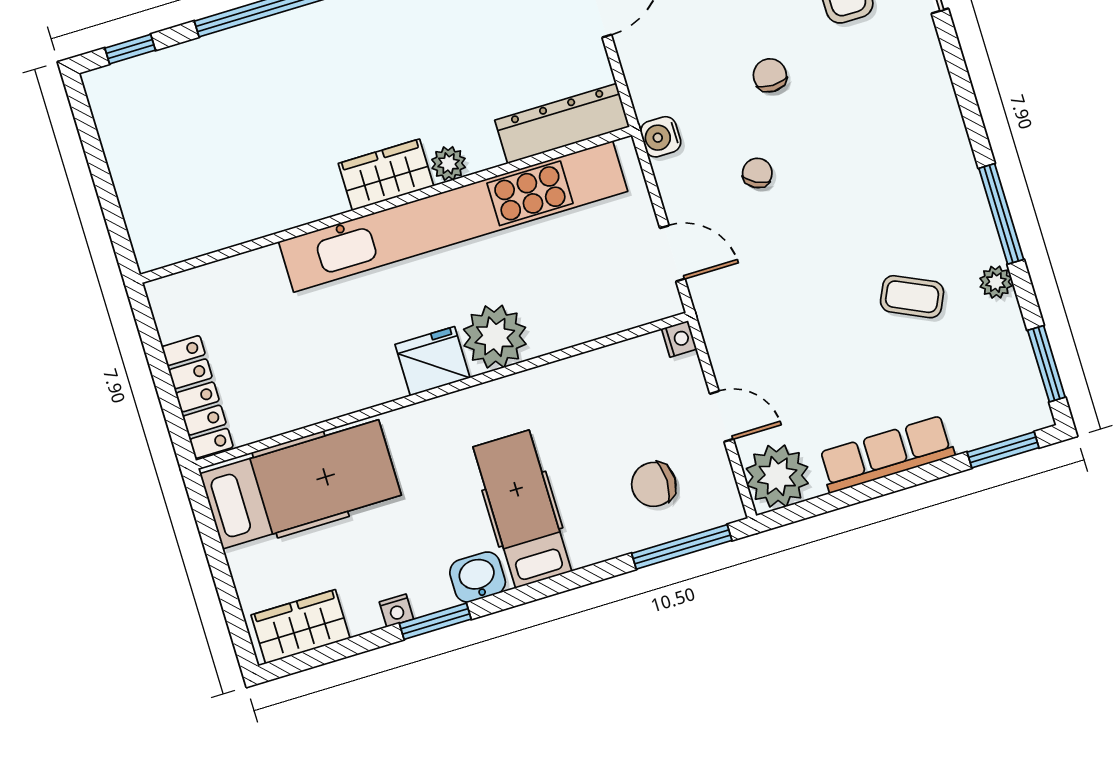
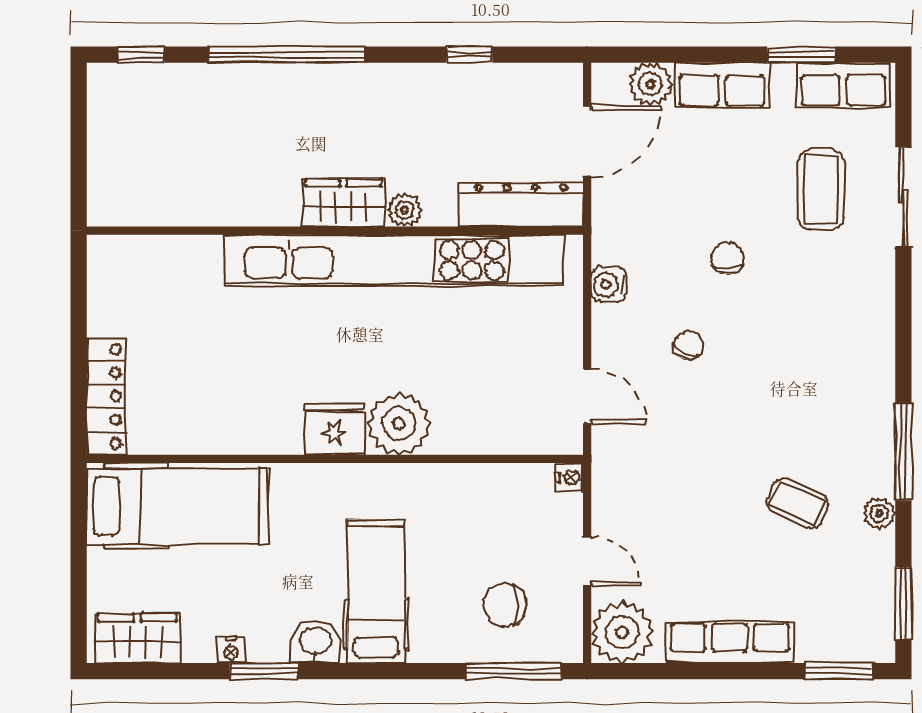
dresser: (562, 124) -> (521, 205), moved
plant: (449, 163) -> (405, 210), moved
wardrobe: (386, 175) -> (343, 203), moved
wall: (386, 205) -> (335, 231), moved
kitchen unit: (453, 217) -> (394, 260), moved

